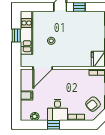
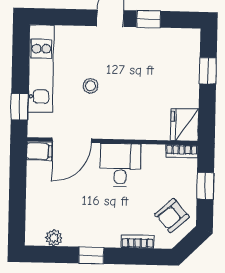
window: (16, 36) -> (19, 107), moved
filing cabinet: (27, 95) -> (39, 151), moved
desk: (57, 110) -> (120, 165), moved, turned 180

